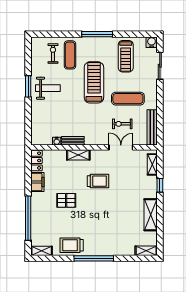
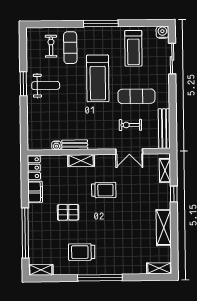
treadmill: (94, 82) -> (98, 78), turned 180
double door: (121, 147) -> (129, 152), swing flipped
trolley: (72, 245) -> (82, 252), moved

